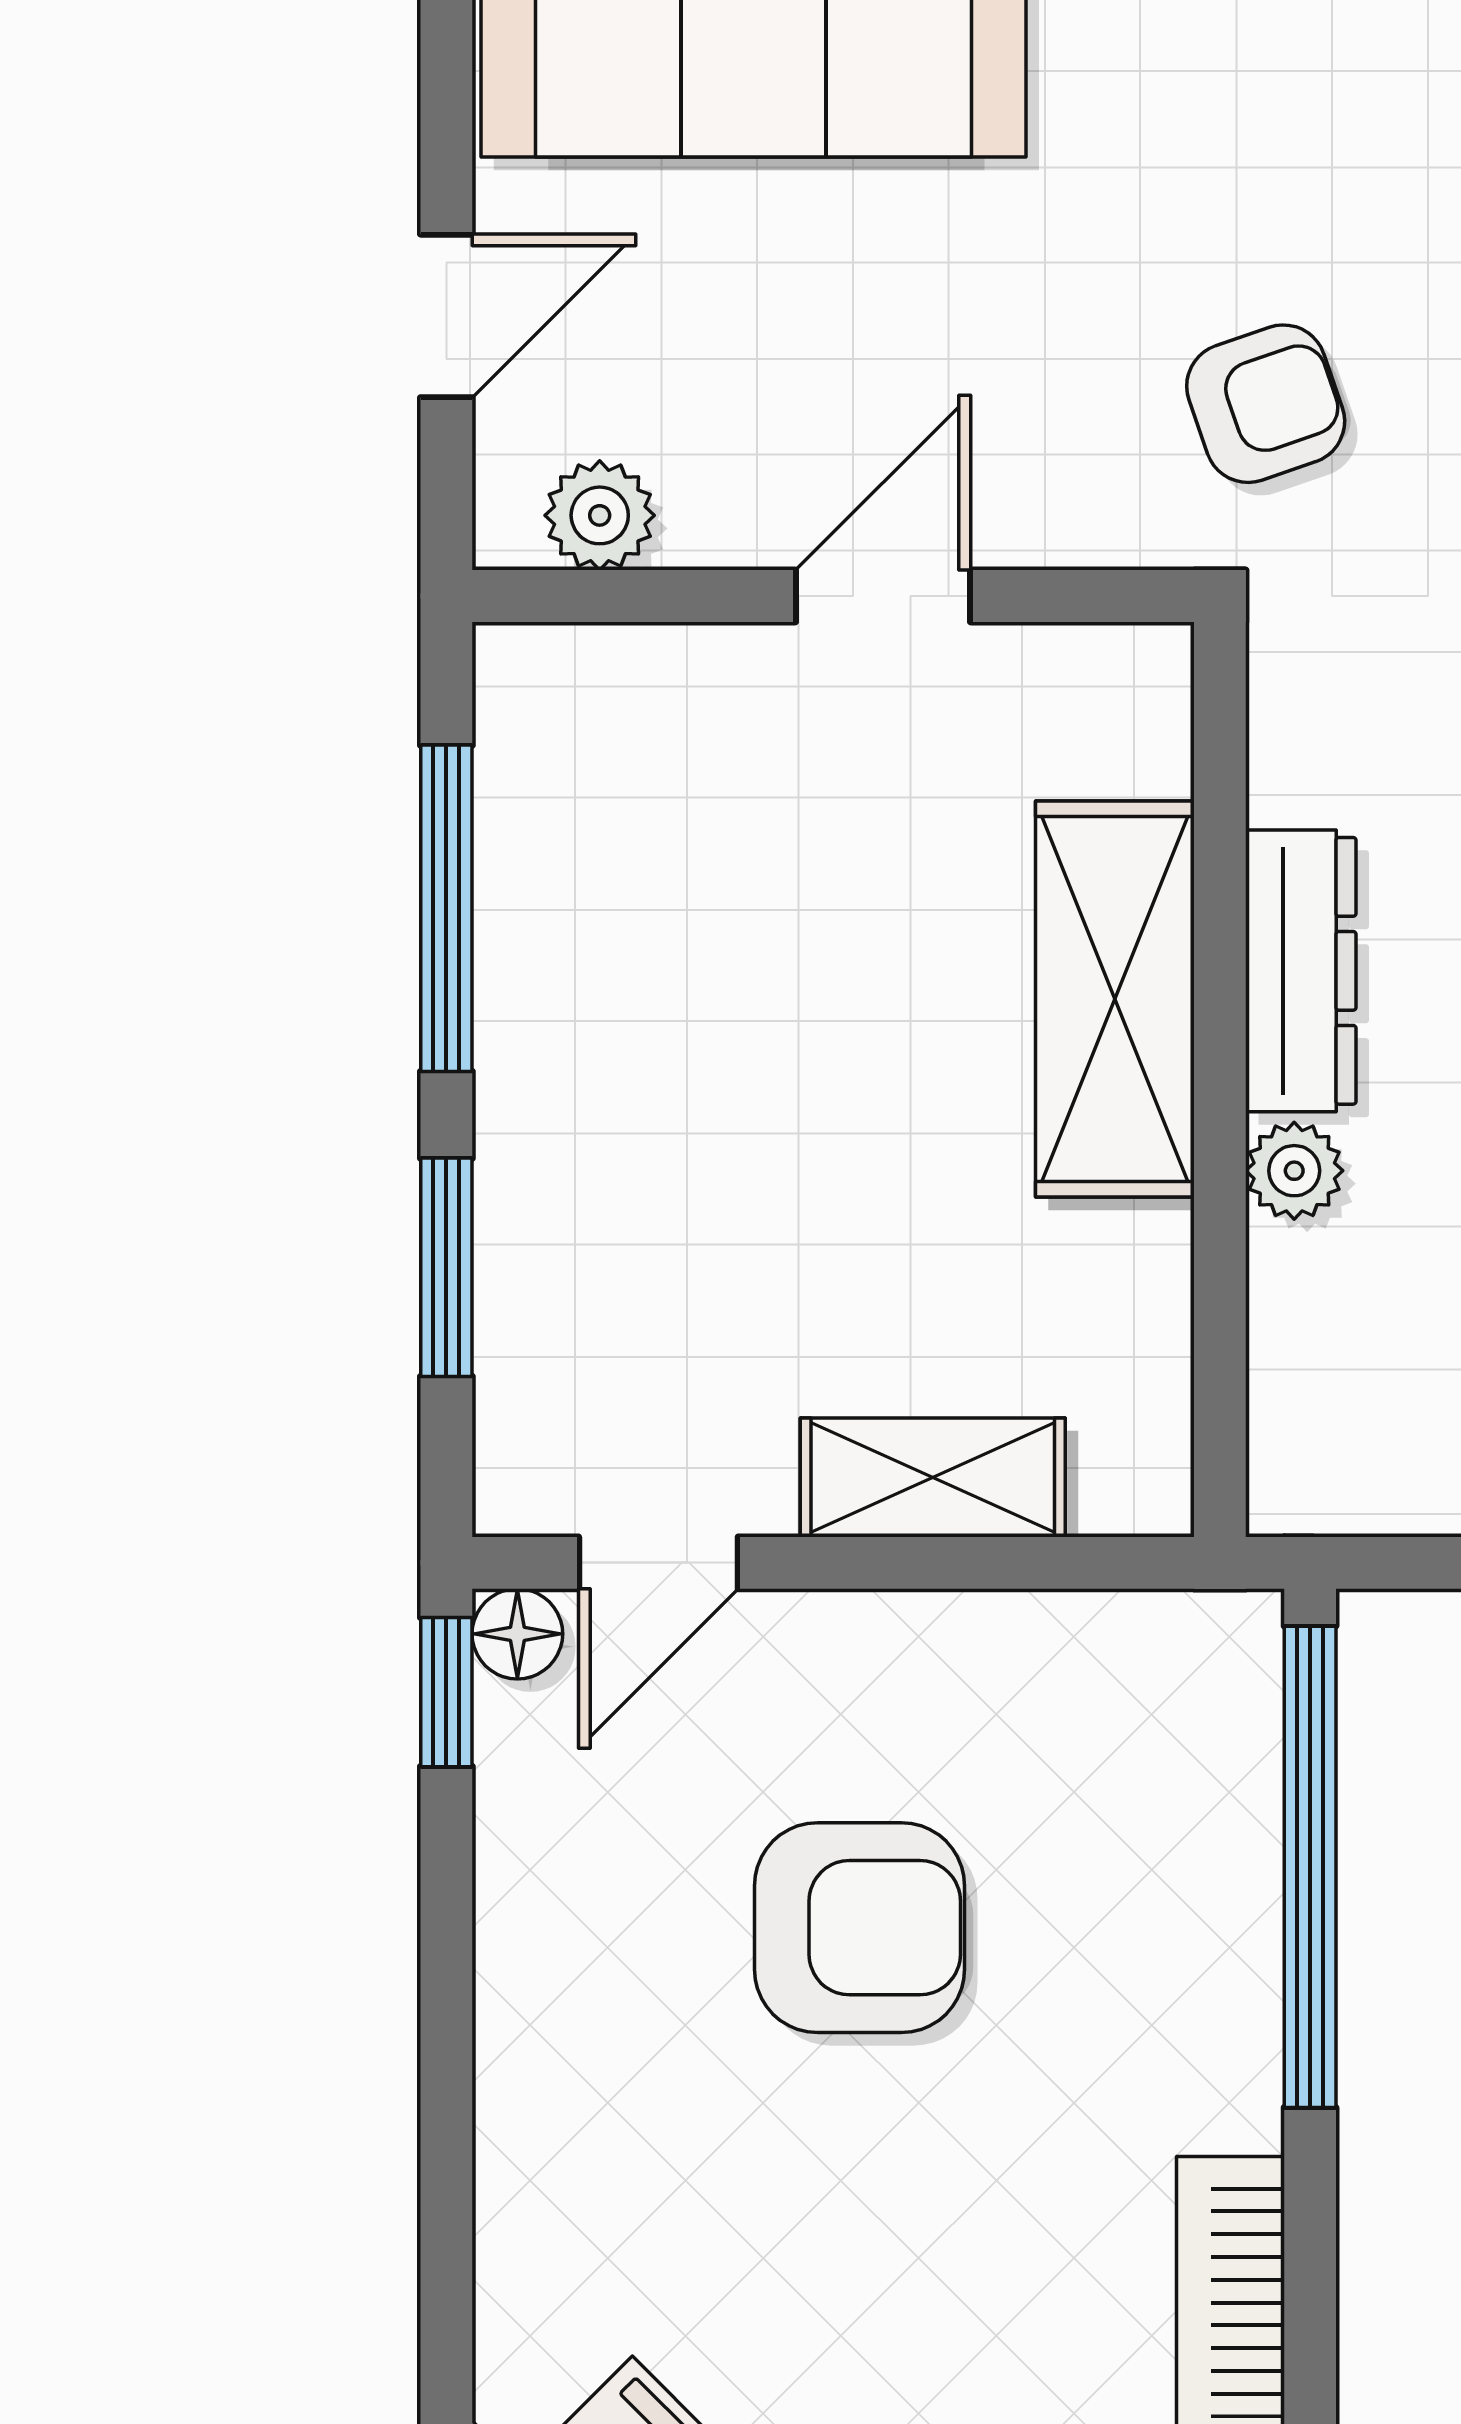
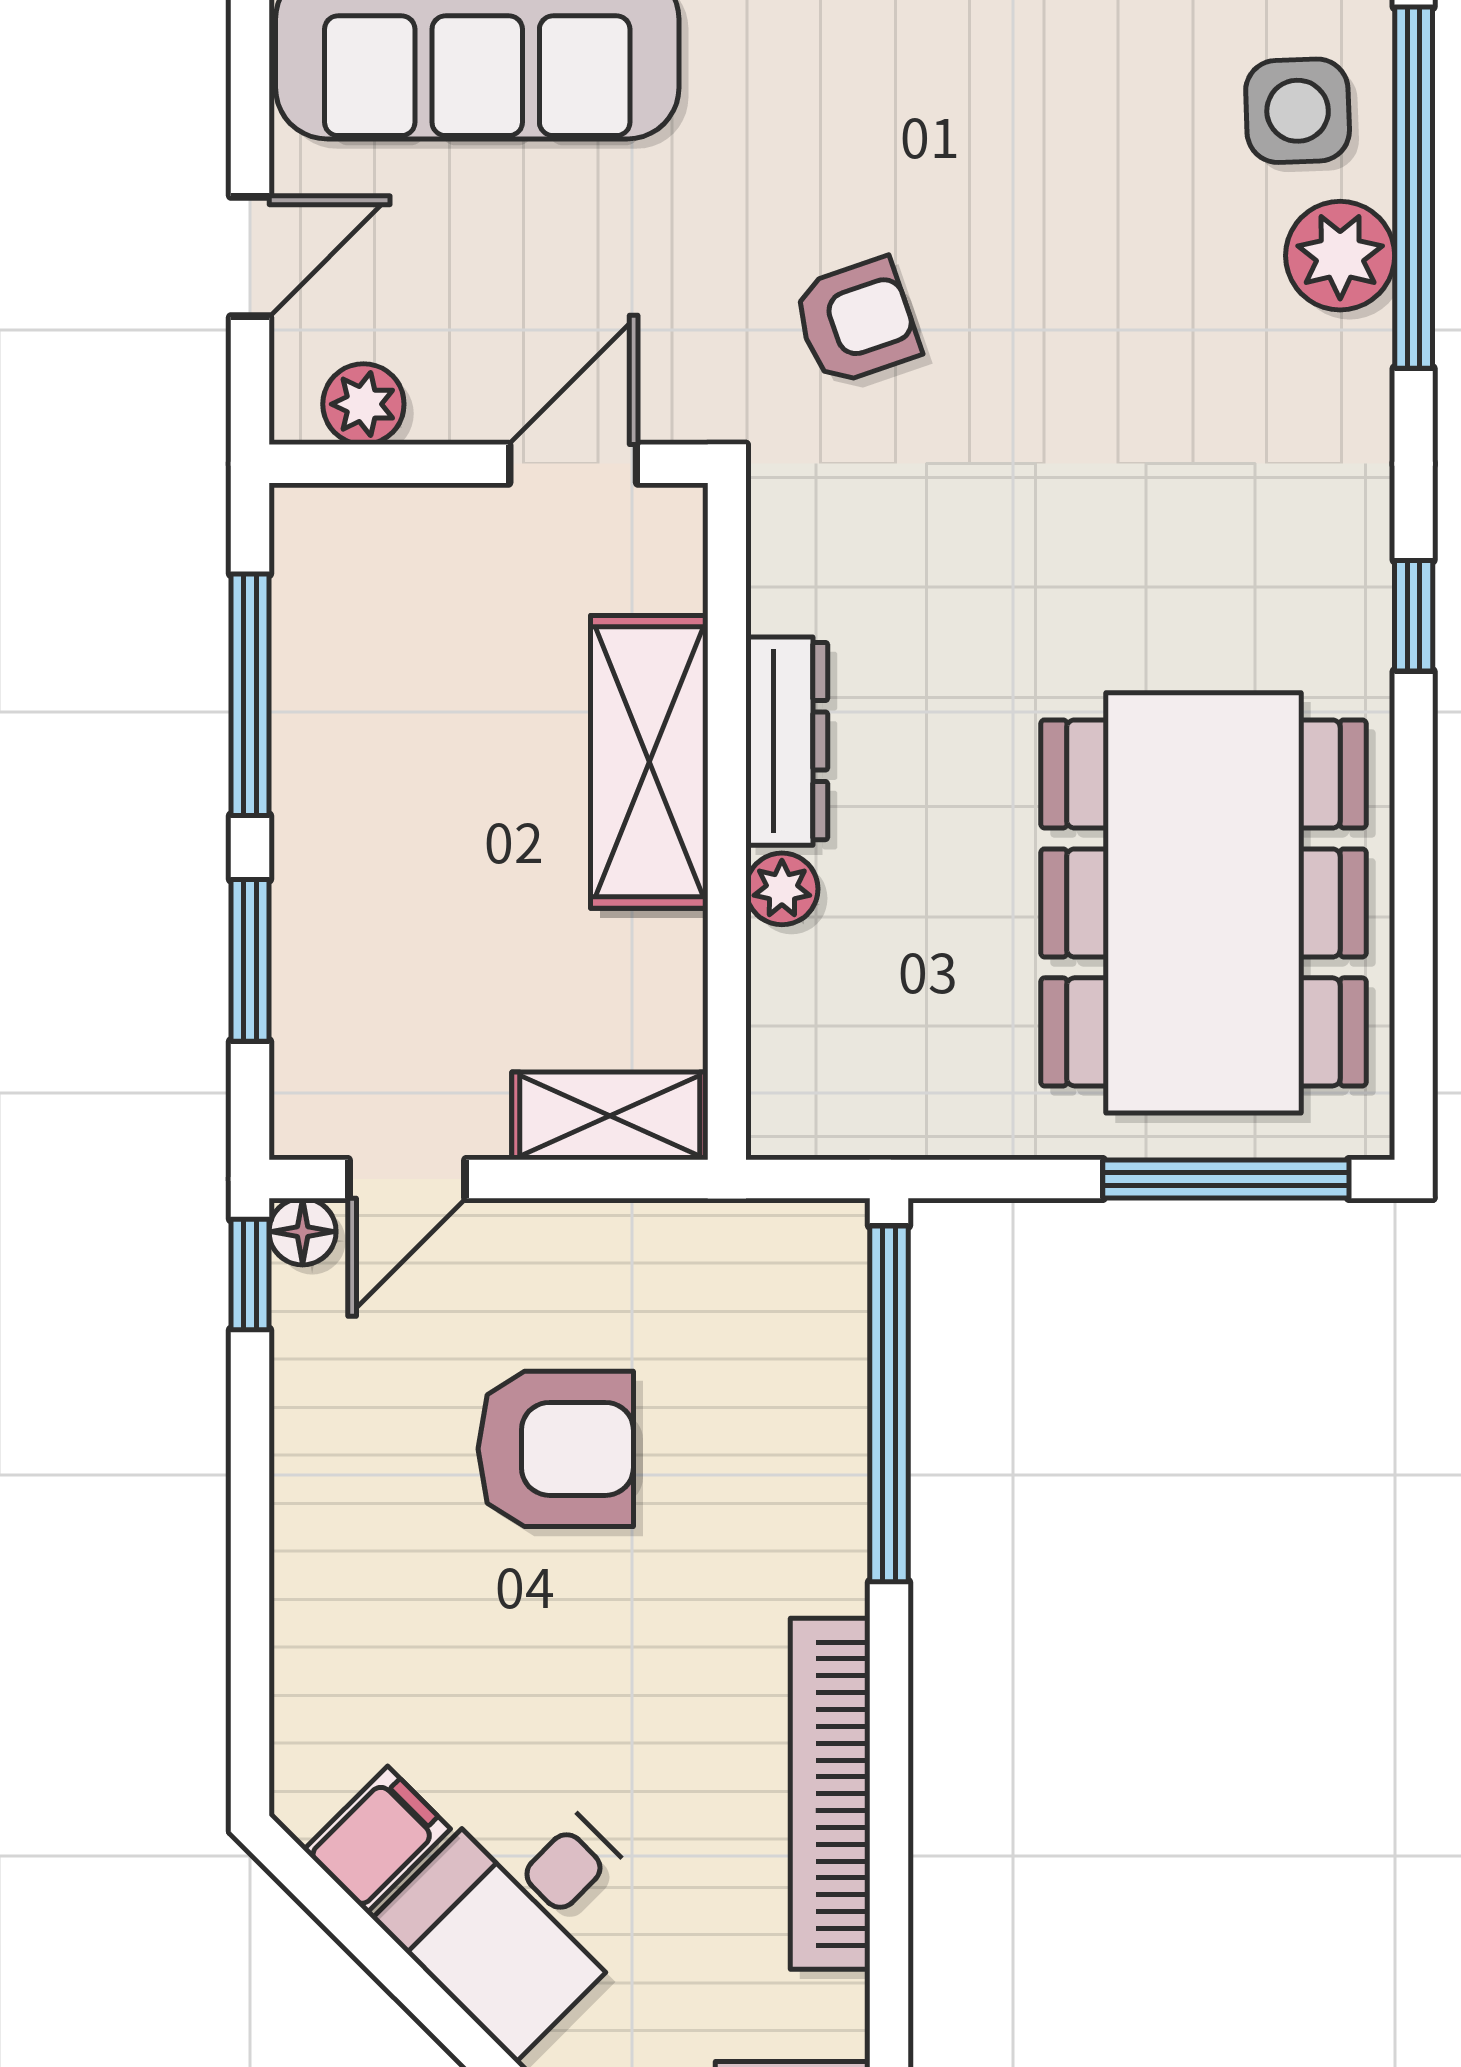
dresser: (1301, 971) -> (787, 741), moved
shelving: (1115, 999) -> (649, 762), moved
wall: (1220, 1079) -> (727, 821), moved
plant: (1294, 1171) -> (782, 889), moved

